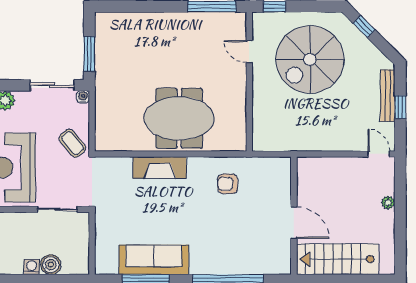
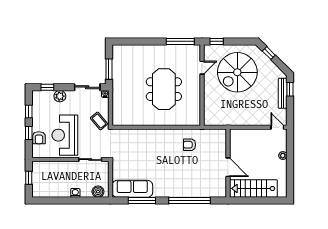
door: (249, 52) -> (202, 68), swing flipped
window: (400, 107) -> (290, 89), moved
meeting table: (179, 118) -> (164, 89), moved, turned 90
fireplace: (160, 168) -> (150, 135), removed
sofa: (154, 260) -> (132, 189), moved
boiler: (51, 265) -> (98, 192), moved

